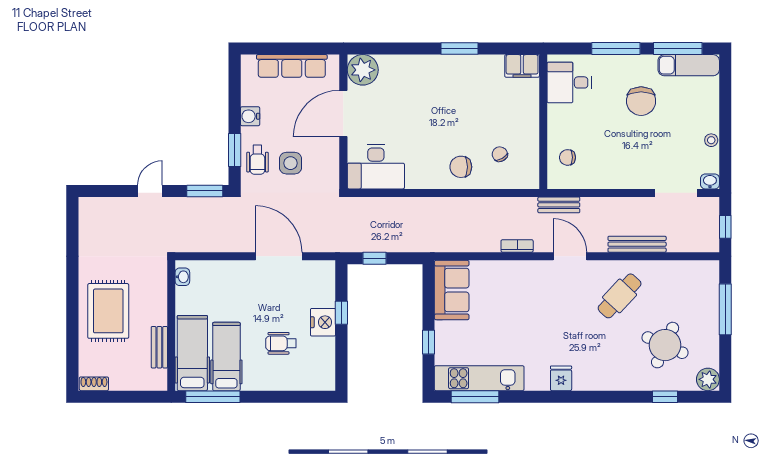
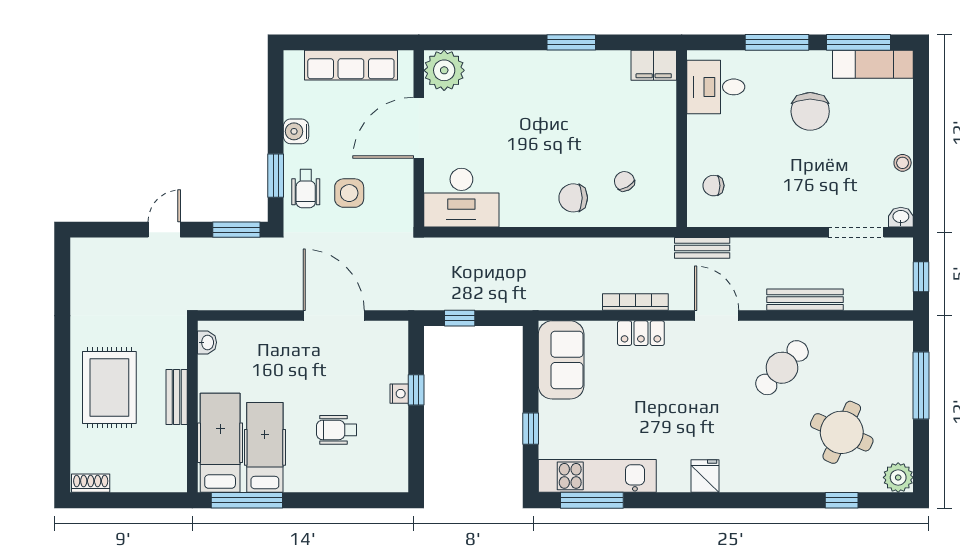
bookcase: (517, 246) -> (635, 302), width x1.56
locker: (512, 270) -> (641, 333), added
nightstand: (323, 322) -> (399, 394), width x0.53, depth x0.56
bench: (159, 347) -> (177, 397), moved

